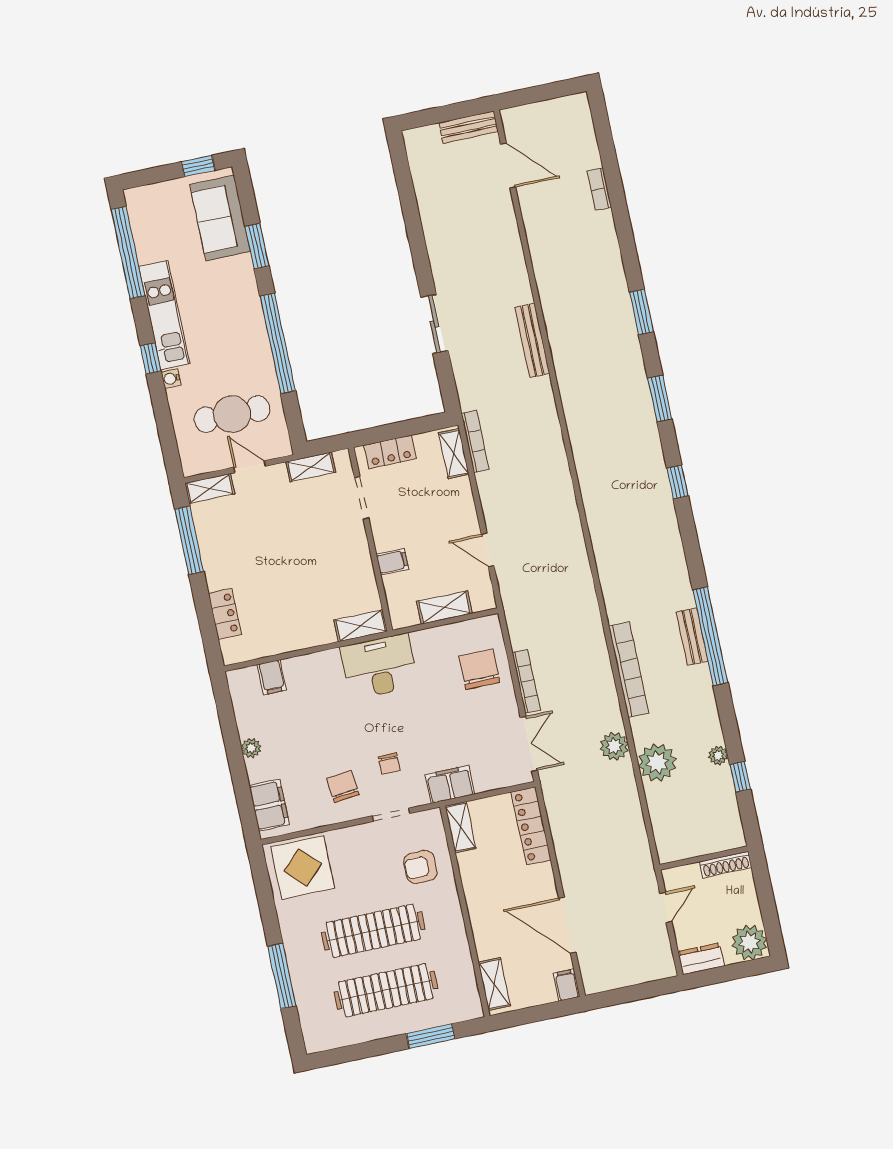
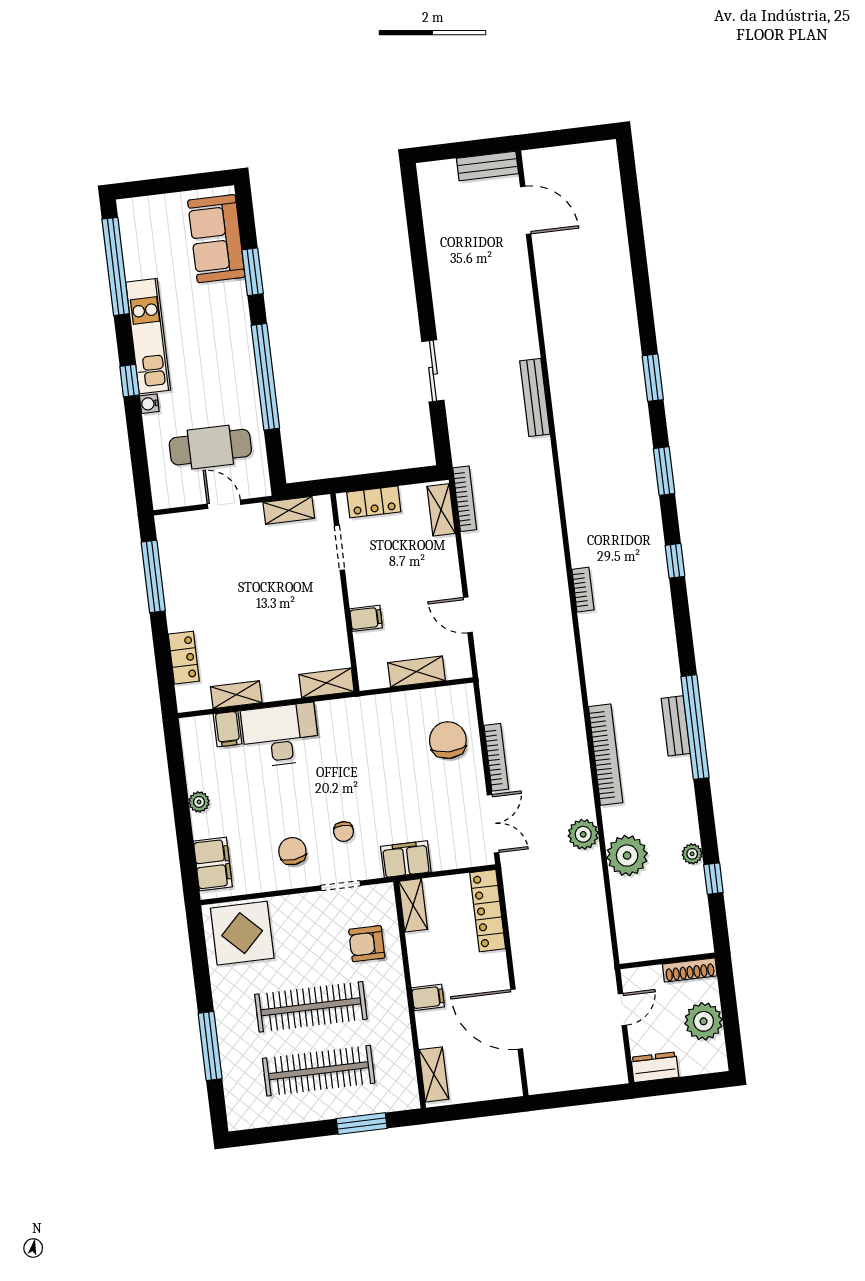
window: (198, 166) -> (198, 182), removed
bookcase: (599, 189) -> (583, 590), moved, turned 180
shelving: (210, 488) -> (236, 695), moved
desk: (379, 666) -> (280, 735), moved
plant: (749, 942) -> (704, 1021), moved
filing cabinet: (567, 985) -> (428, 997), moved, turned 90

